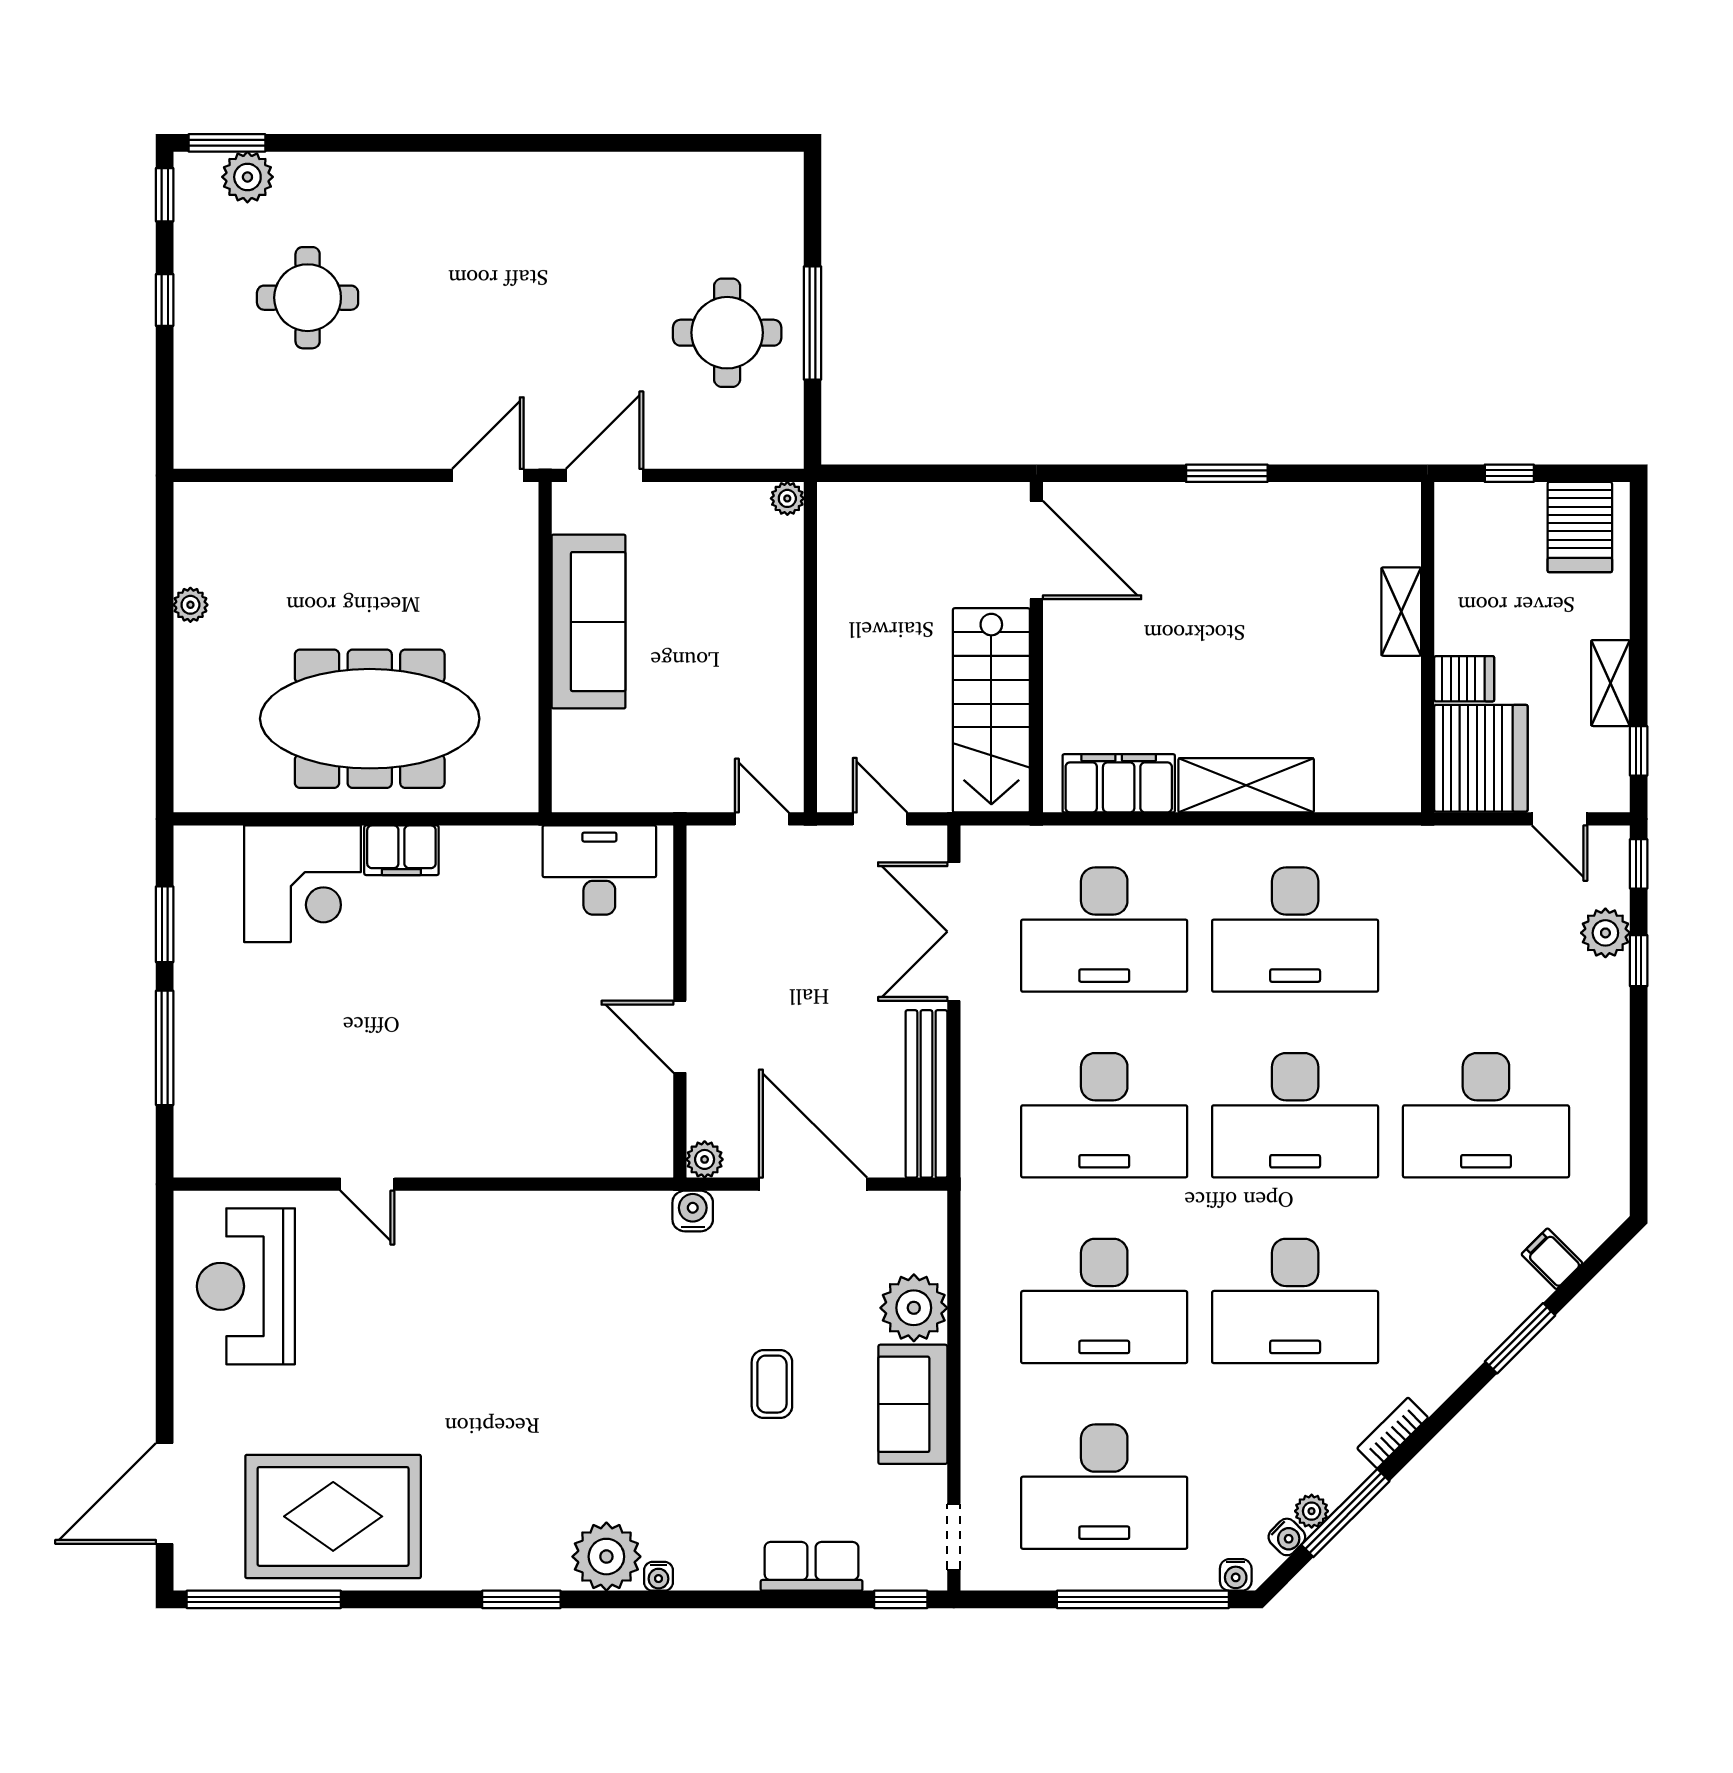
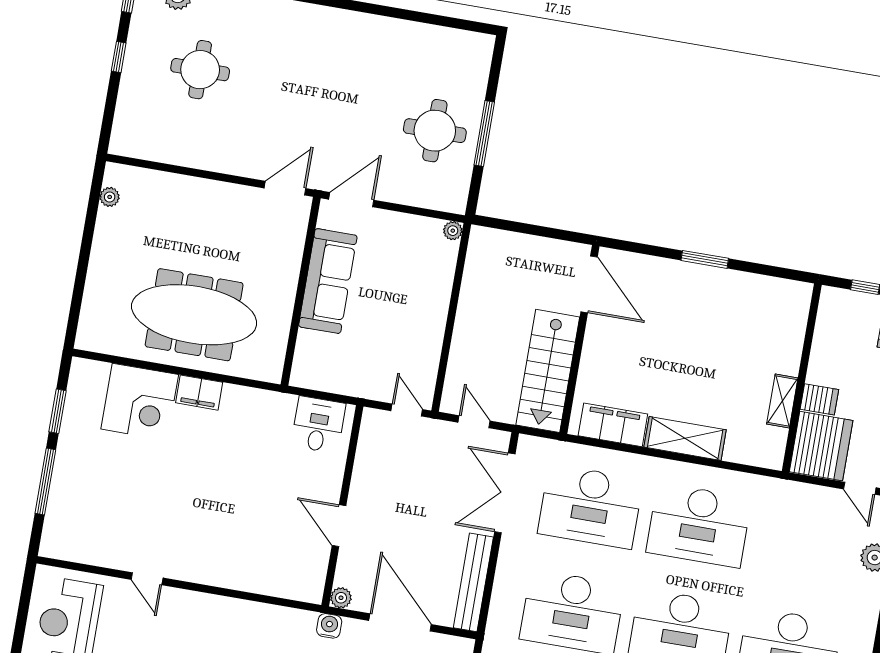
plant: (190, 605) -> (110, 197), moved
shelving: (1401, 612) -> (782, 401), moved
desk: (599, 870) -> (318, 425), width x0.73

